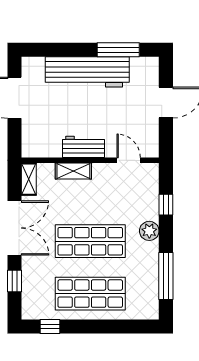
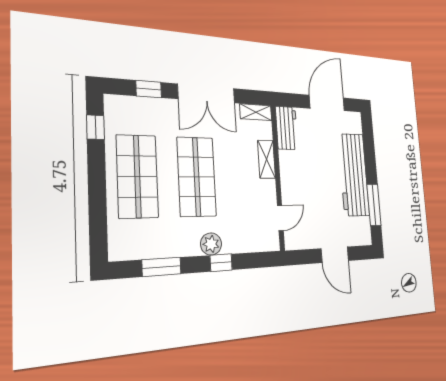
workbench: (83, 147) -> (287, 128), moved
window: (166, 205) -> (221, 263), moved
window: (166, 276) -> (162, 267), width x0.69

